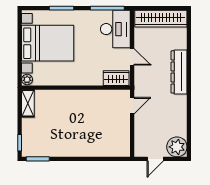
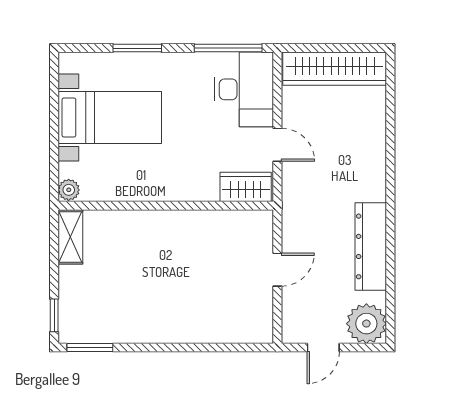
bed with nightstands: (48, 43) -> (110, 118), width x0.73
dresser: (179, 72) -> (371, 246), moved
door: (132, 106) -> (277, 270), moved

